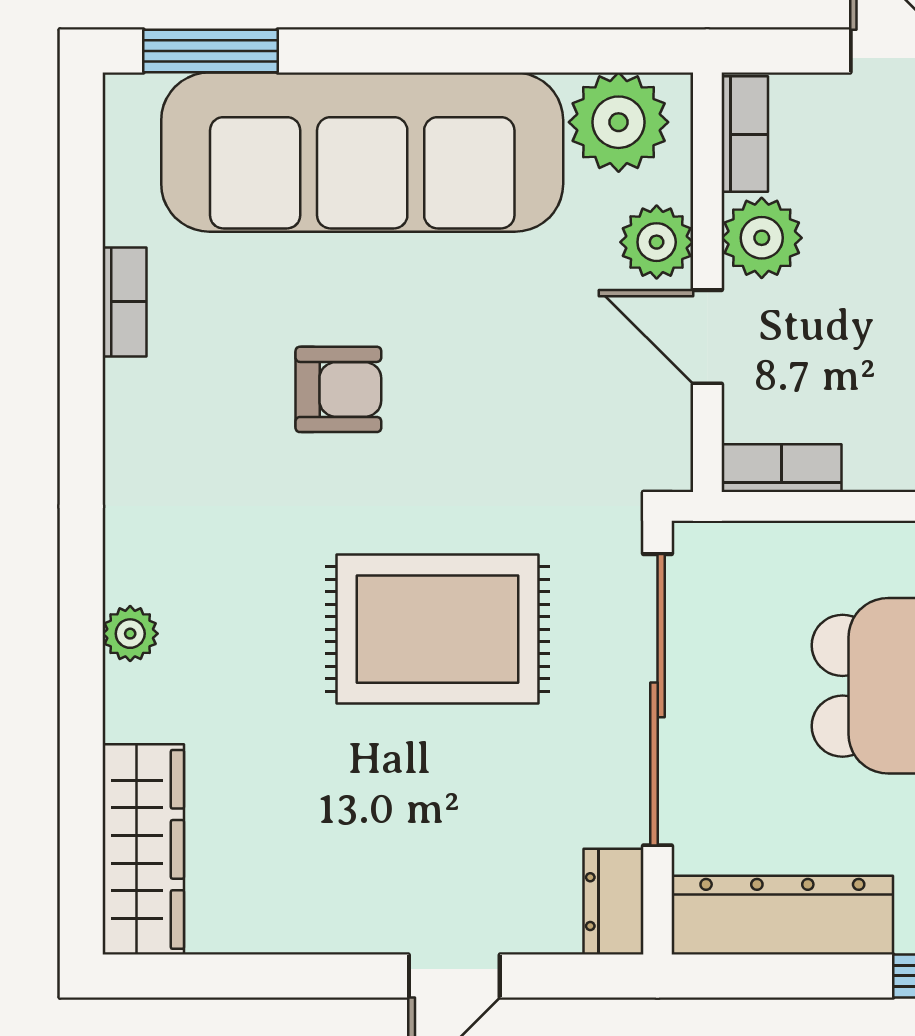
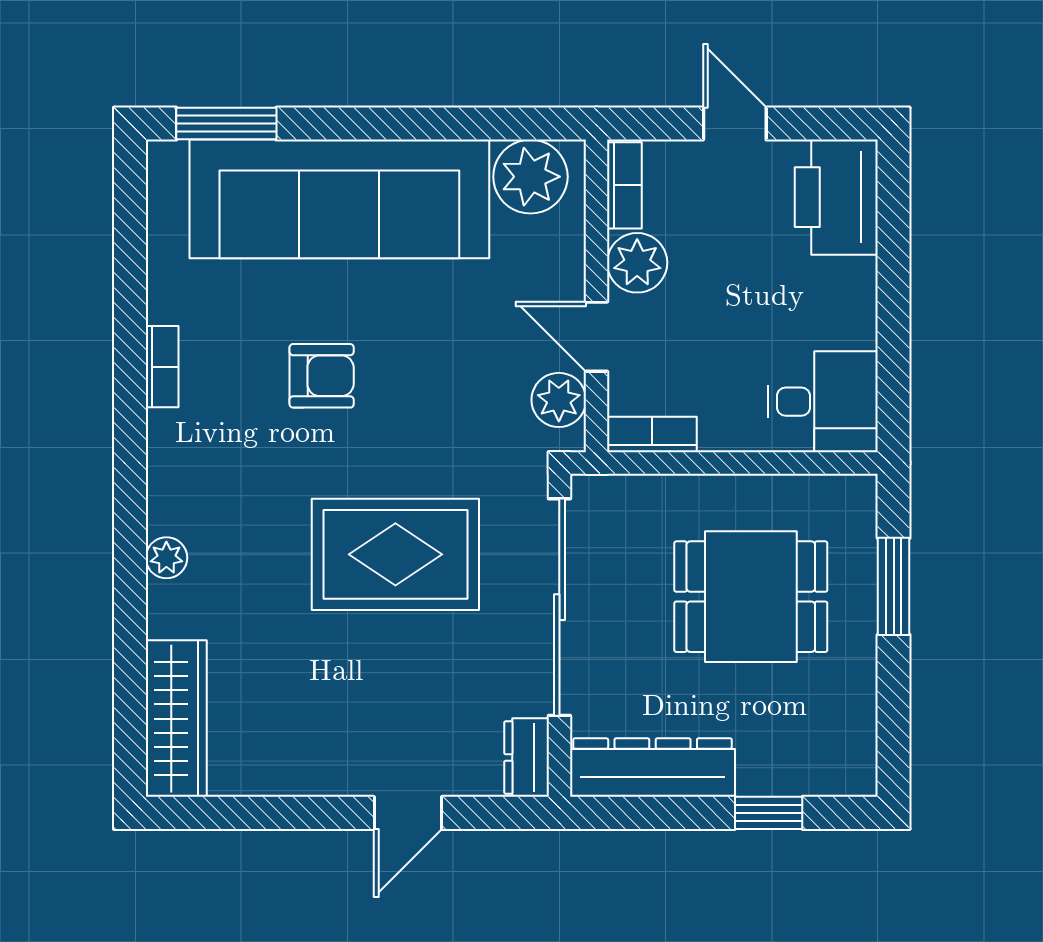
plant: (657, 242) -> (559, 400), moved
bookcase: (124, 302) -> (162, 367), moved

